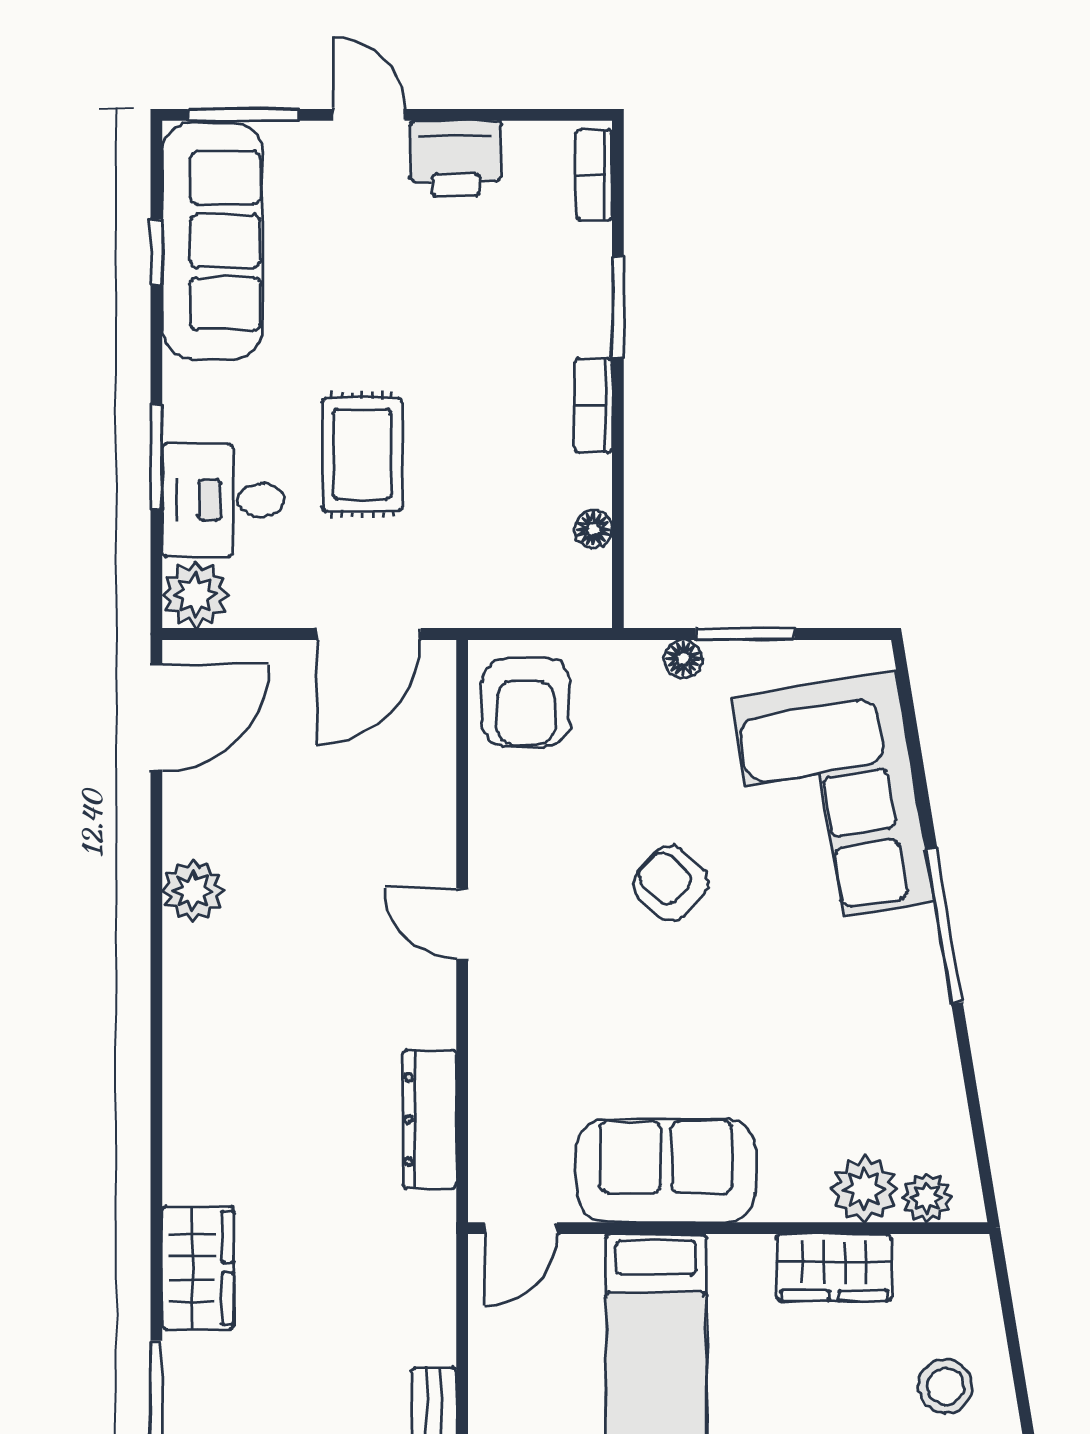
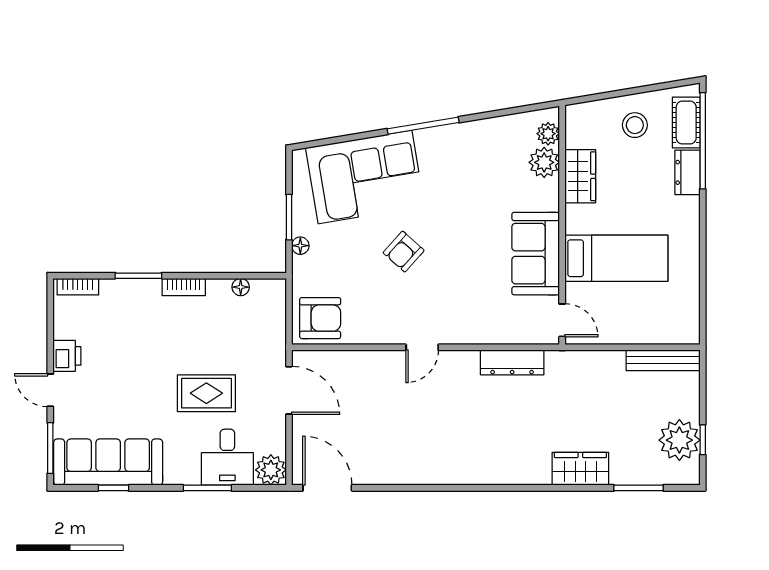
door: (369, 115) -> (50, 390), hinge flipped
printer: (456, 158) -> (67, 356), width x0.73, depth x0.81
plant: (193, 891) -> (407, 471), removed

